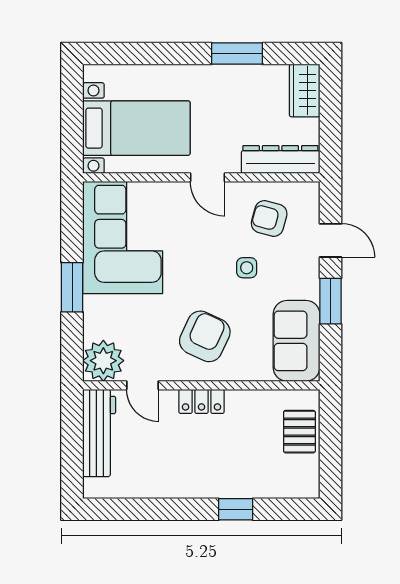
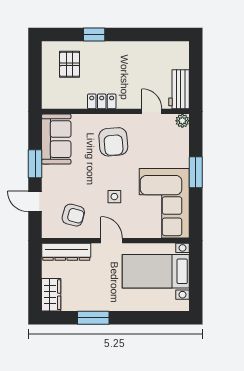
side table: (247, 268) -> (114, 197), moved
armchair: (205, 336) -> (113, 142), turned -30
plant: (103, 361) -> (182, 121), width x0.53, depth x0.53
locker: (201, 401) -> (102, 101), moved
pallet: (299, 432) -> (70, 64), moved
workbench: (99, 433) -> (179, 89), width x0.73

